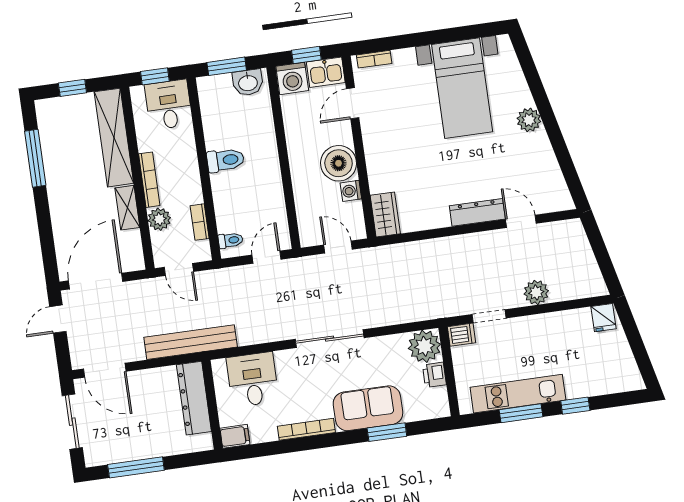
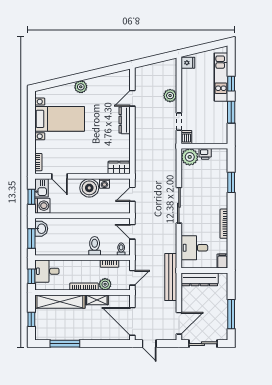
toilet: (225, 160) -> (95, 246), moved
kitchen unit: (518, 394) -> (221, 77), moved
sofa: (368, 408) -> (218, 190), removed

